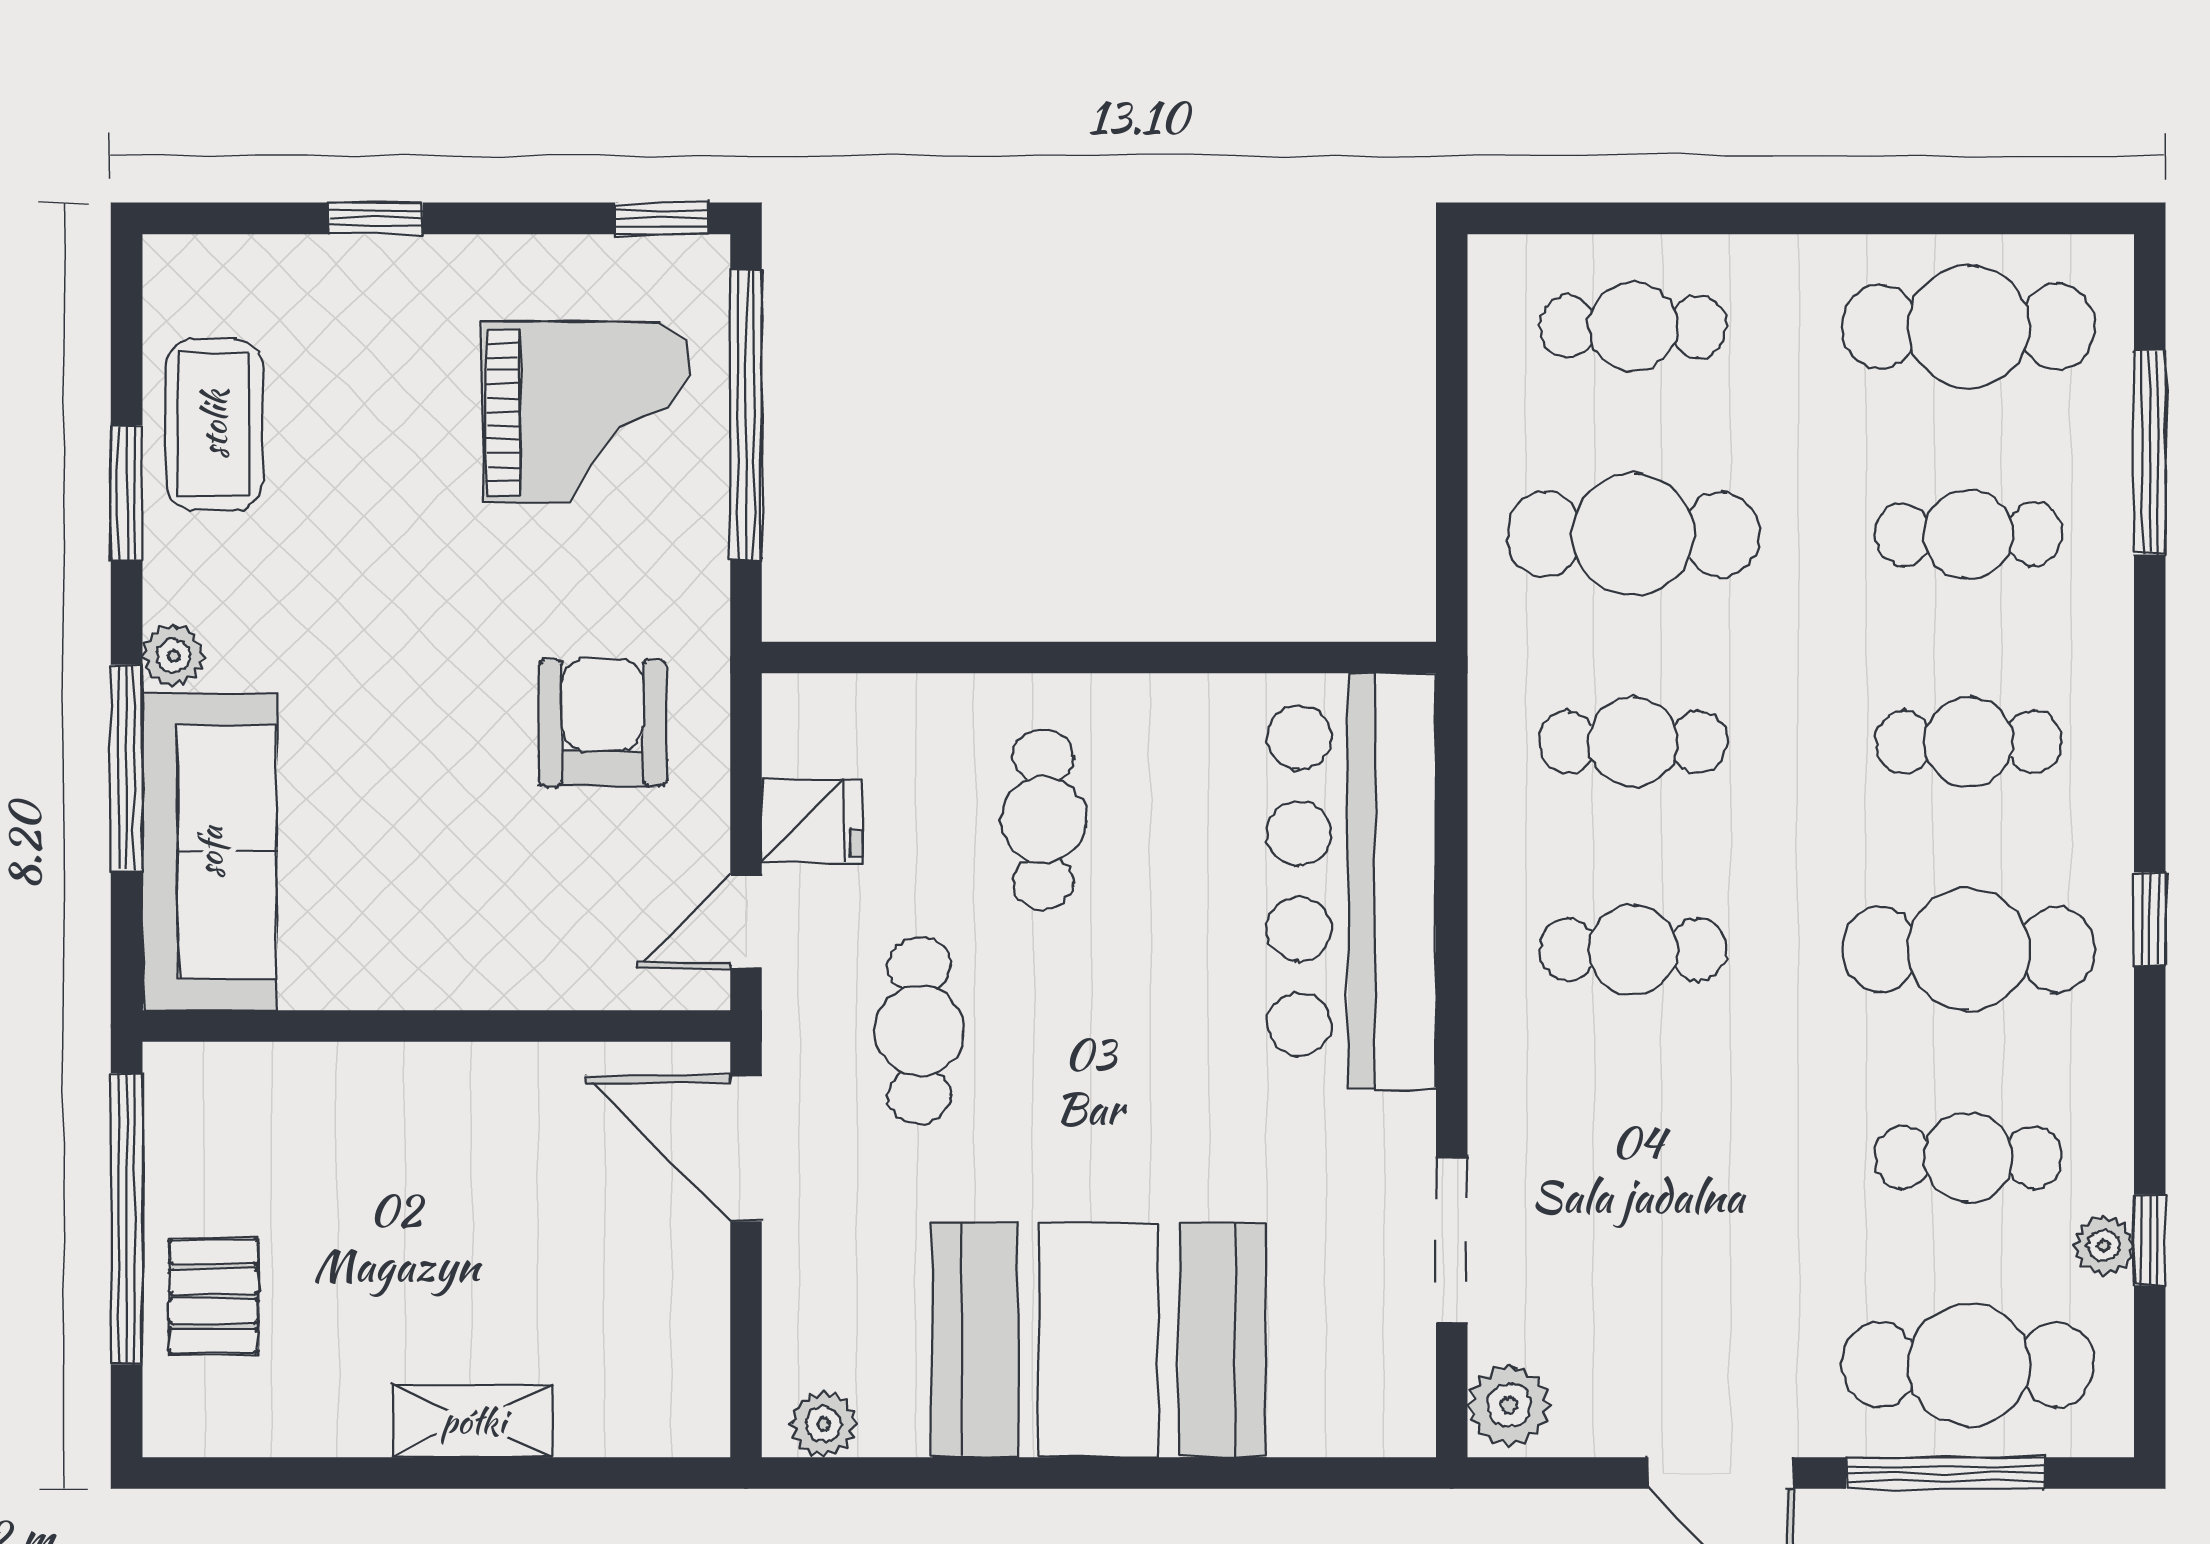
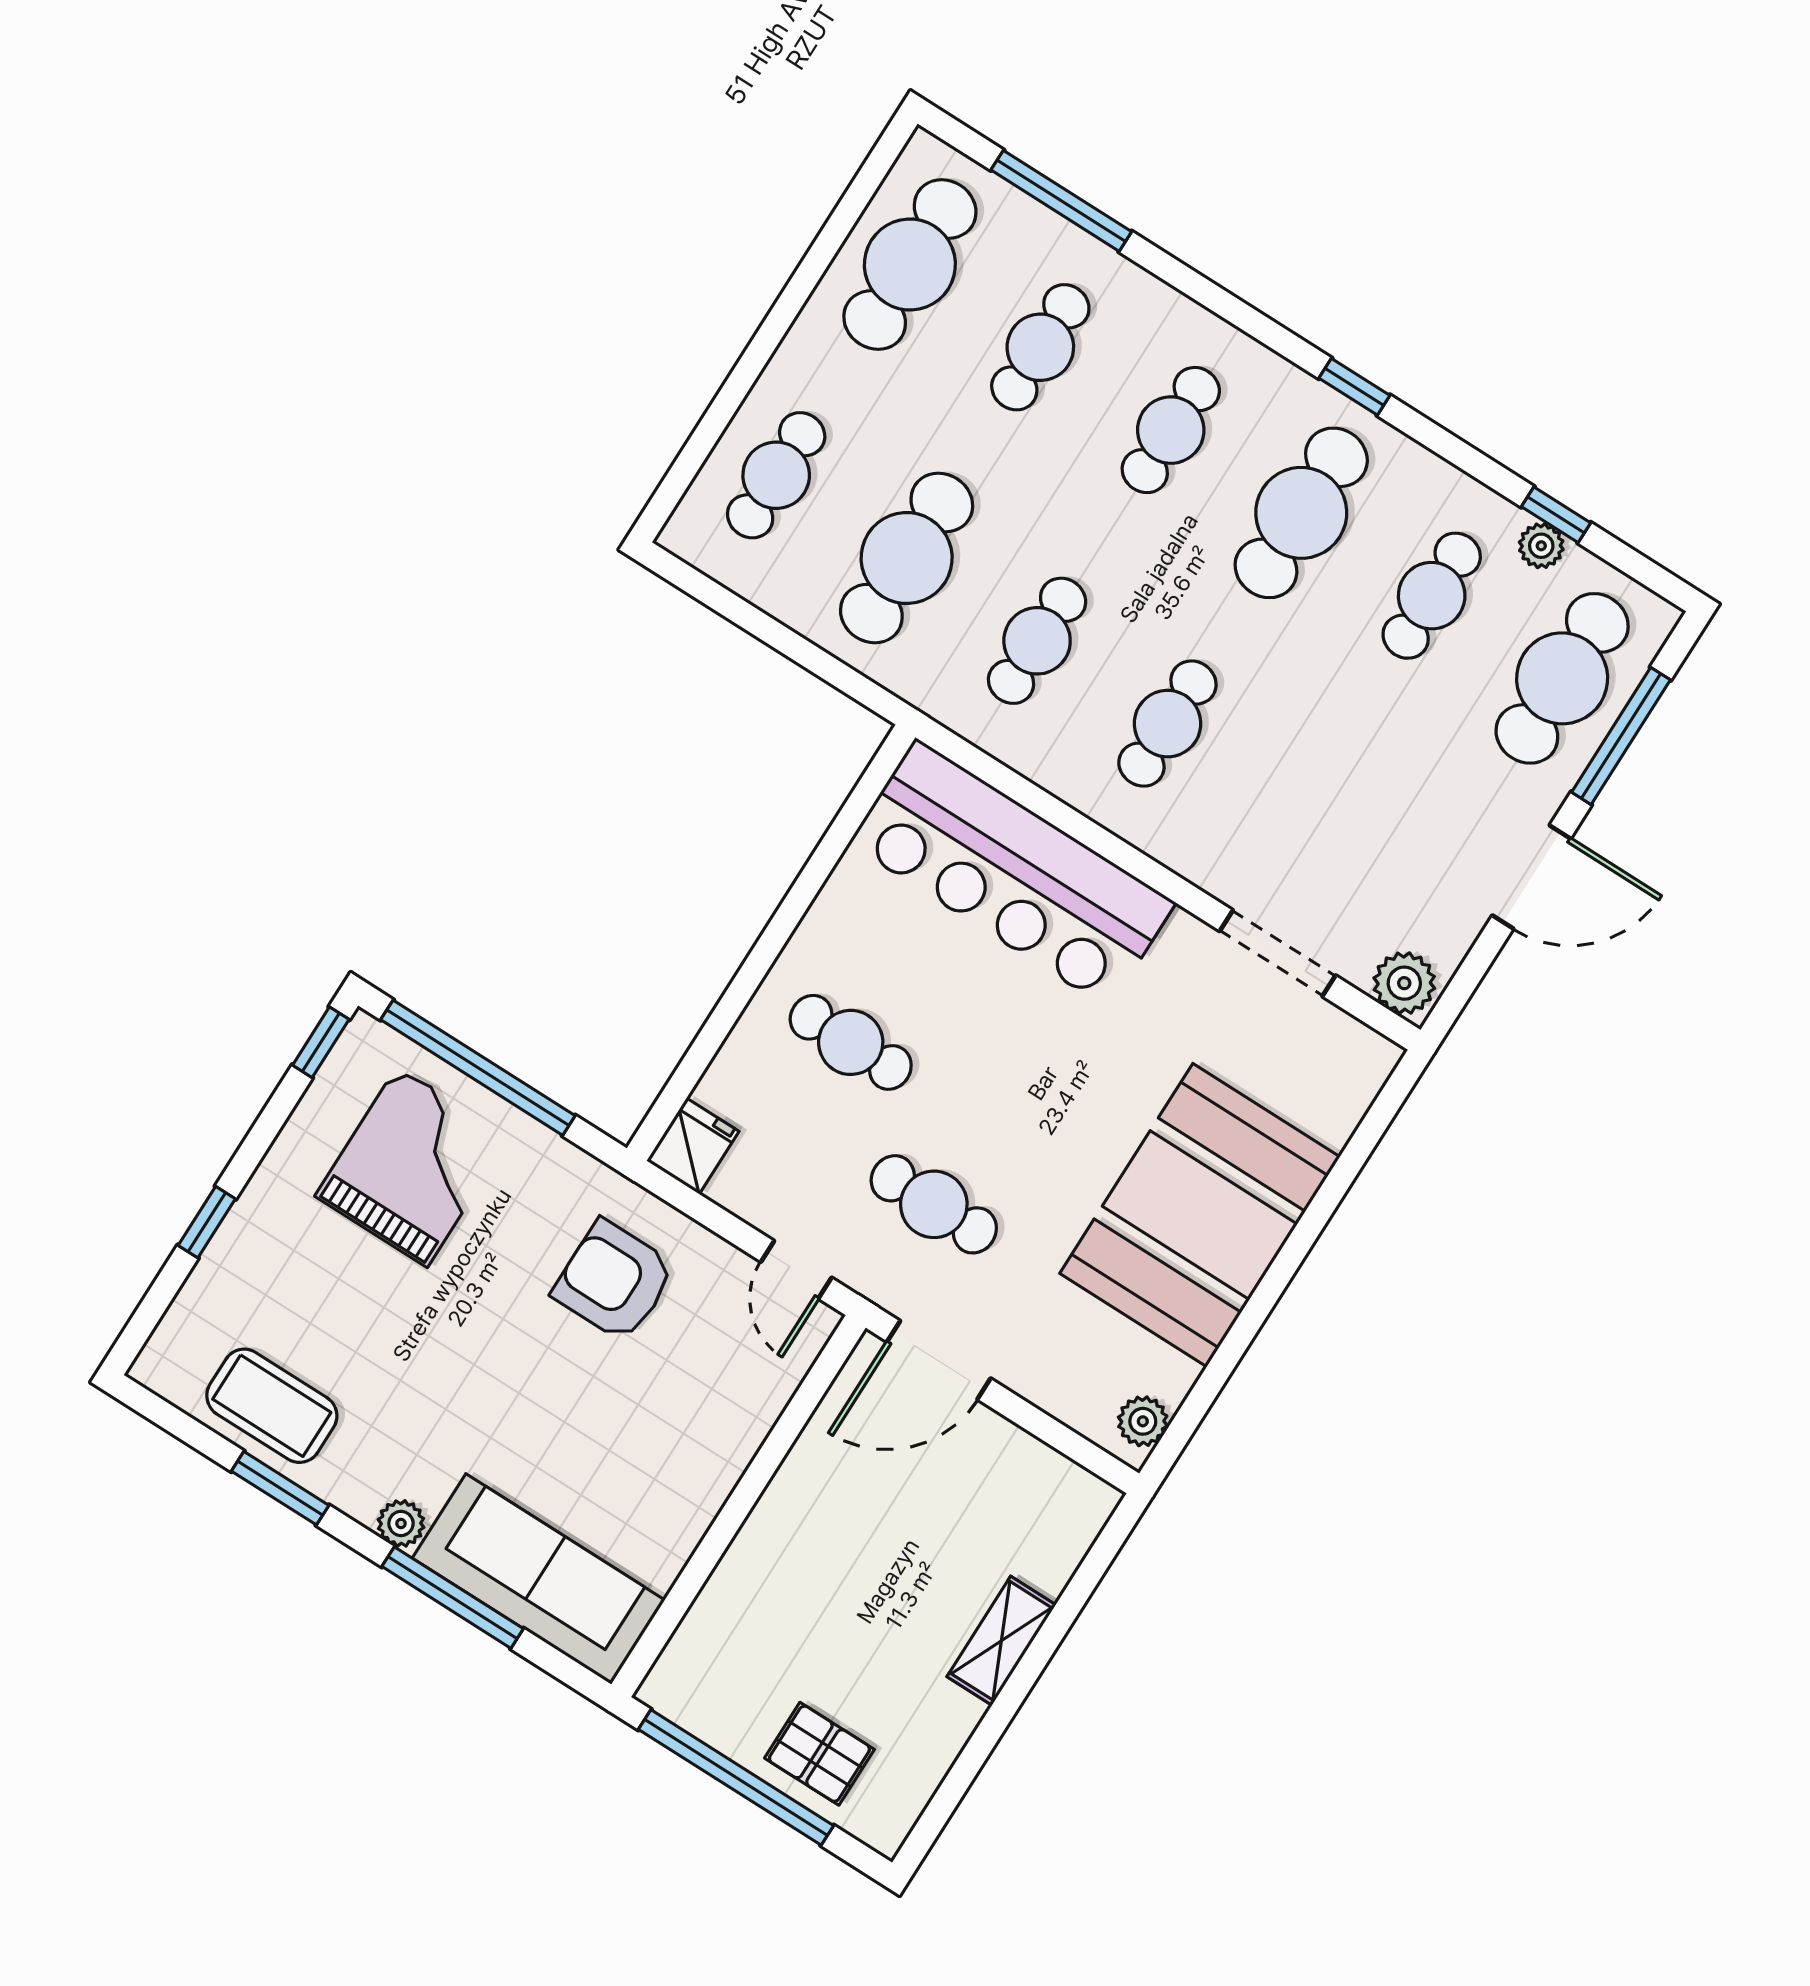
fridge: (812, 820) -> (693, 1146), moved

